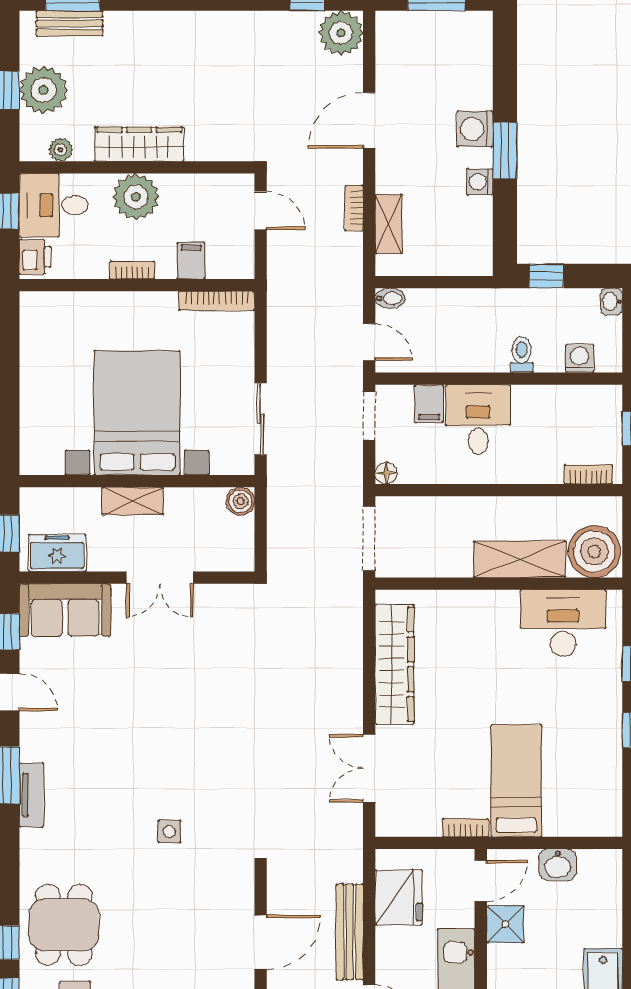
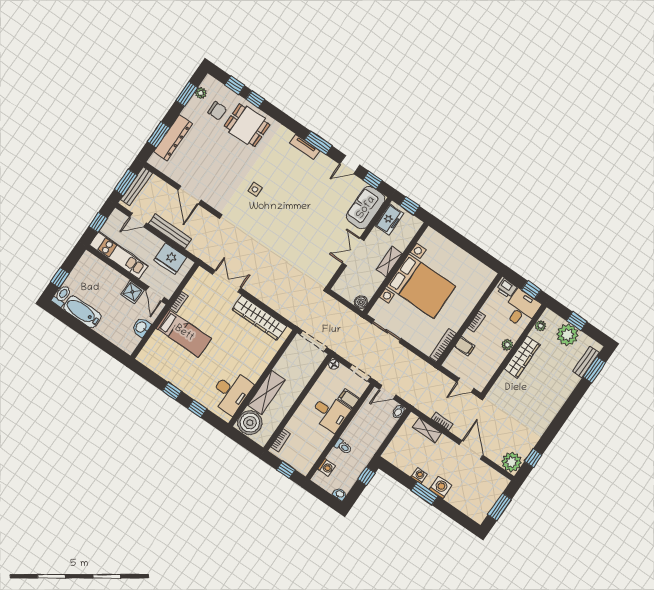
plant: (136, 197) -> (507, 345), width x0.53, depth x0.53

